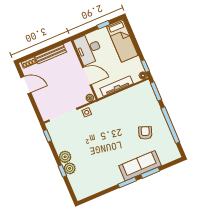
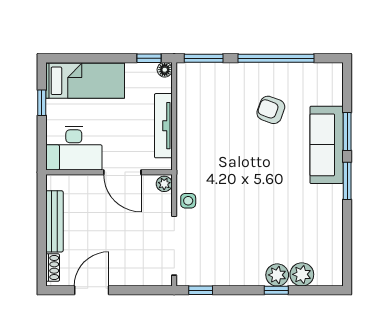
door: (87, 76) -> (122, 172), swing flipped
plant: (65, 157) -> (302, 274), moved

